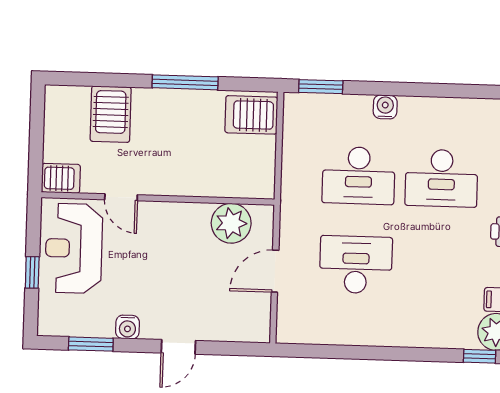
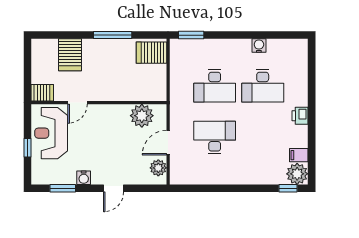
water cooler: (385, 107) -> (259, 46), moved
door: (121, 197) -> (78, 103), hinge flipped
plant: (257, 314) -> (158, 168), added

